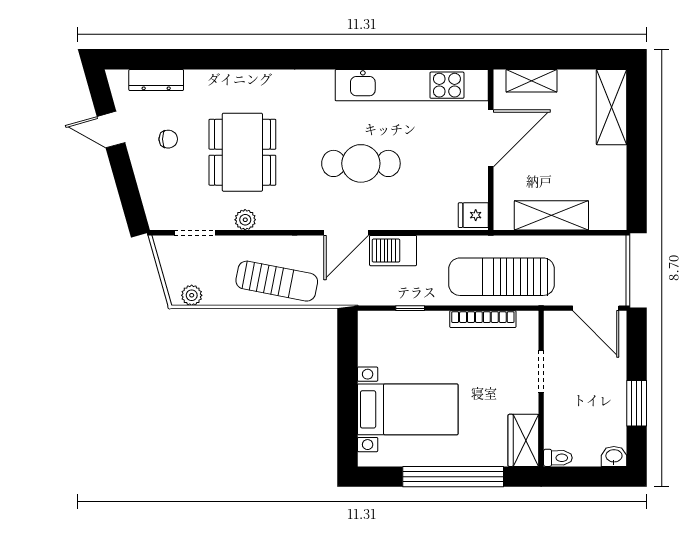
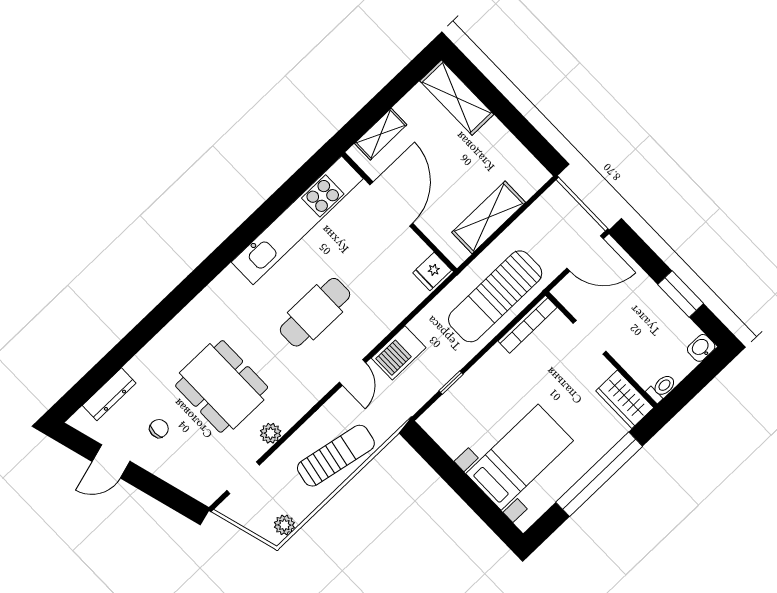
door: (346, 233) -> (352, 372), width x0.73
bookcase: (483, 319) -> (527, 324), moved

